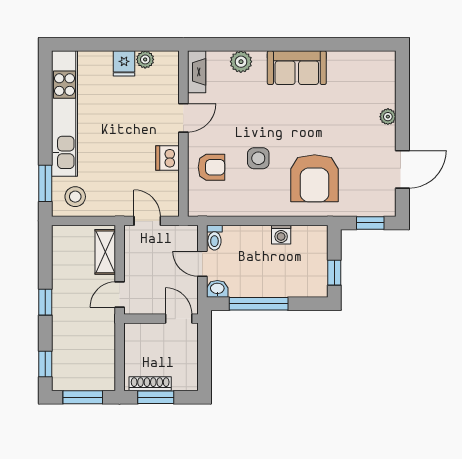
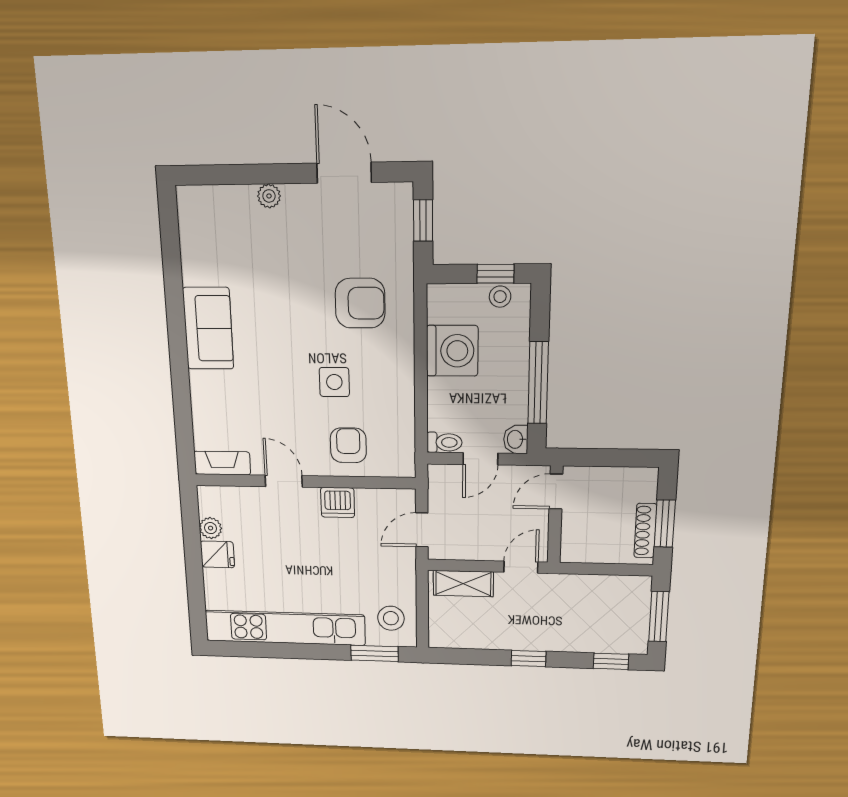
plant: (241, 62) -> (205, 405), removed
armchair: (315, 178) -> (360, 303), width x0.73, depth x0.73
washing machine: (281, 235) -> (452, 351), width x1.89, depth x1.89
stool: (319, 276) -> (500, 297), added
door: (120, 295) -> (521, 567), swing flipped

